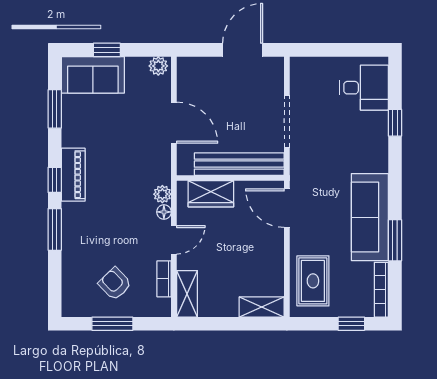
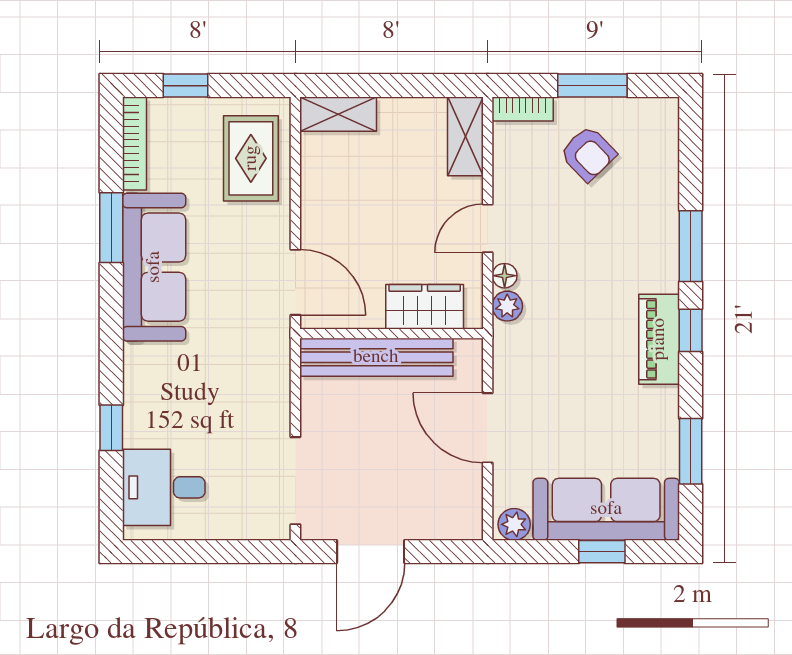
sofa: (93, 75) -> (606, 509), width x1.36
doorway: (287, 121) -> (295, 481), moved
bookcase: (164, 279) -> (523, 109), moved, turned 90

